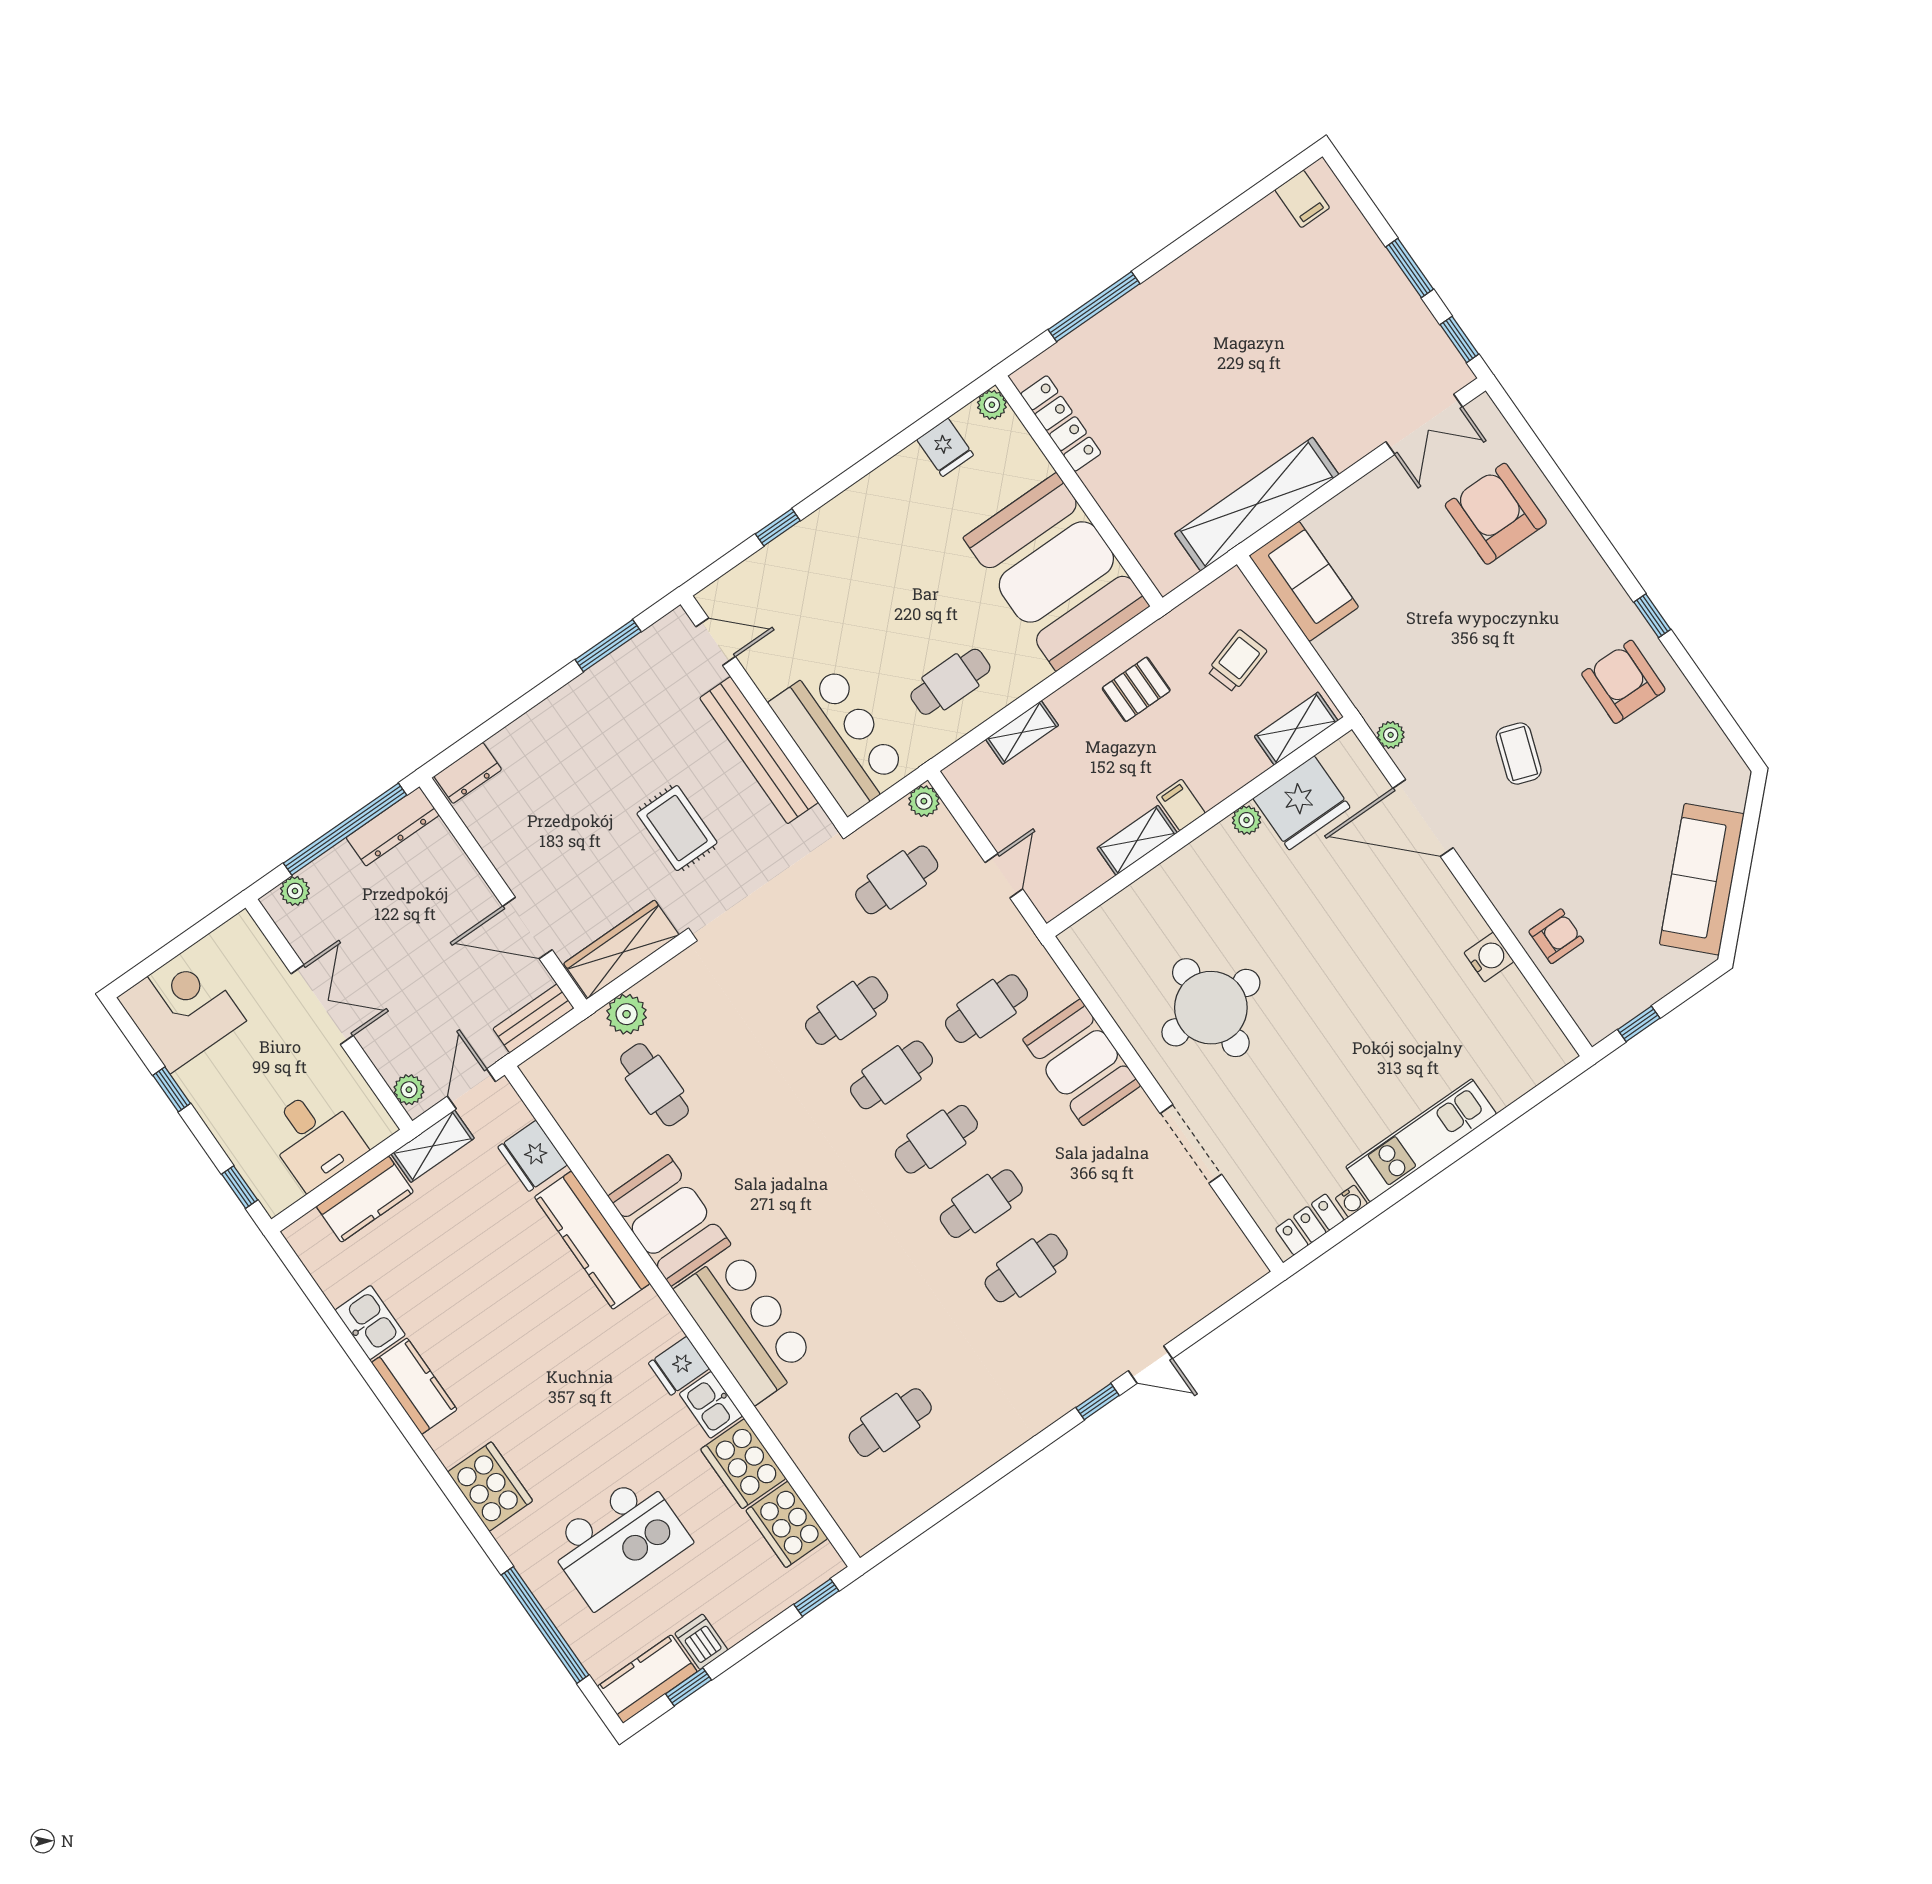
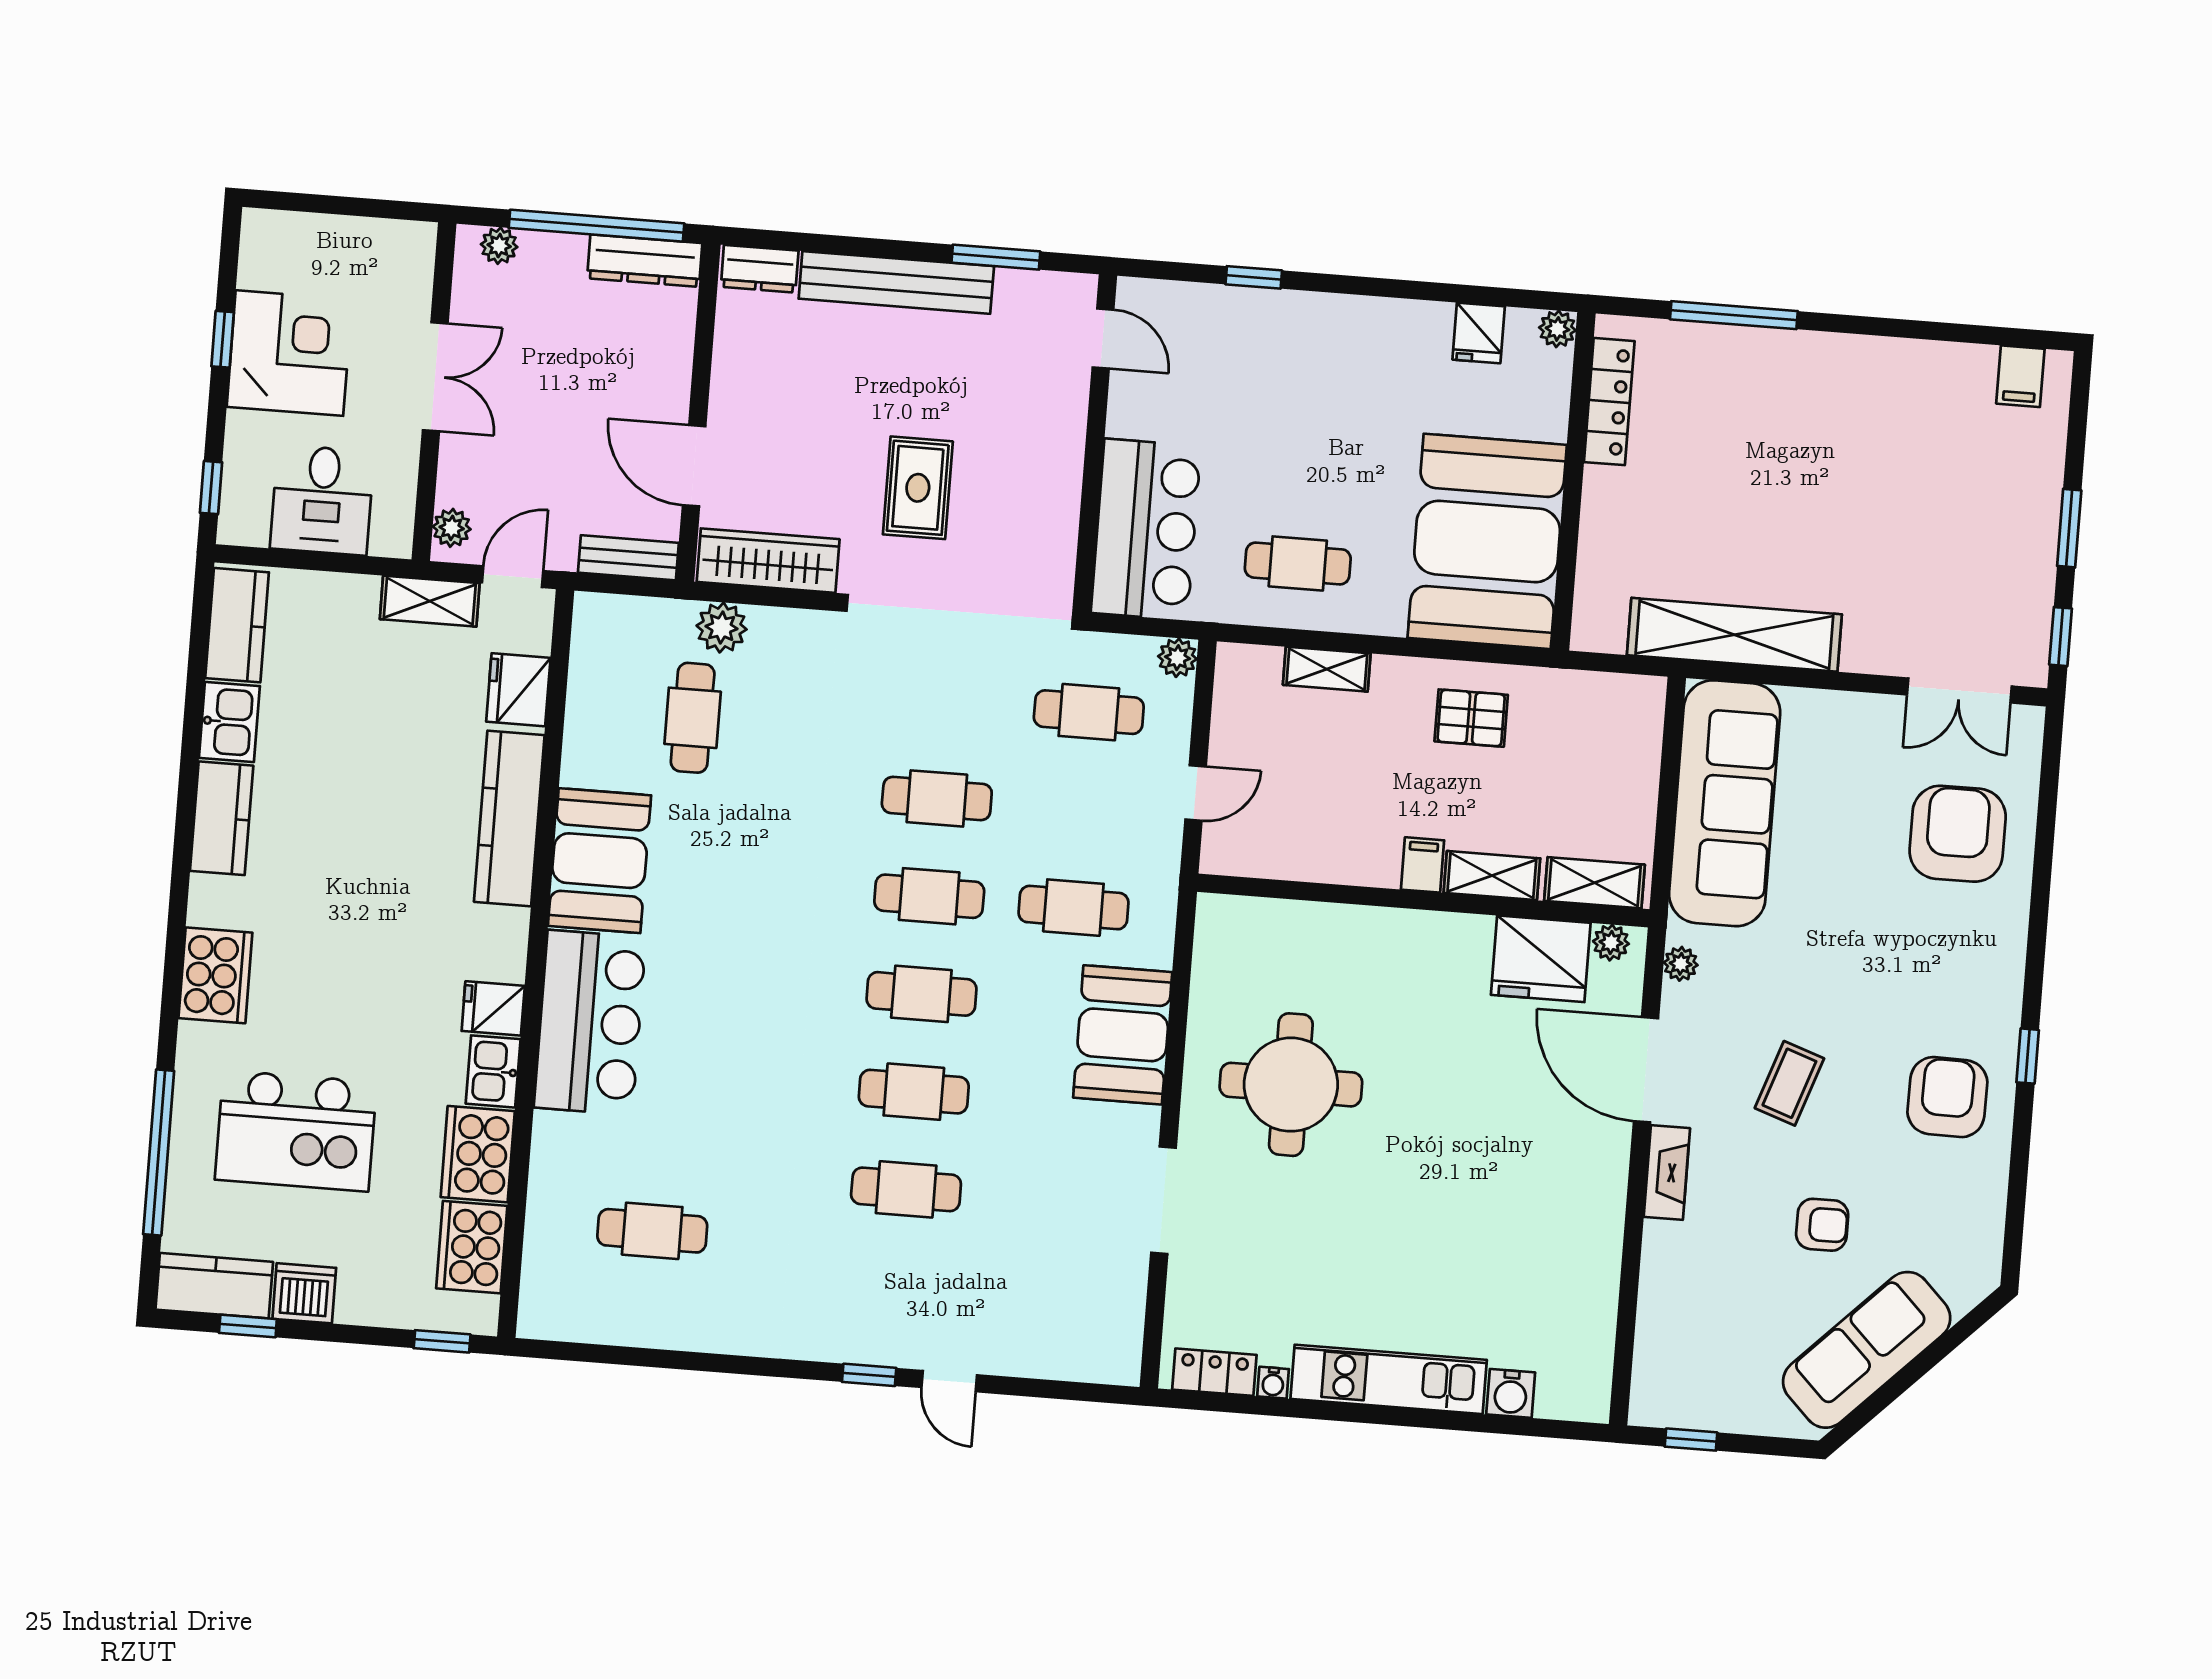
sofa: (1304, 581) -> (1725, 803), width x1.85, depth x1.27
trolley: (1237, 661) -> (1591, 771), removed
bench: (759, 750) -> (896, 282), moved, turned 90
plant: (1247, 820) -> (1611, 943), moved
shelving: (1137, 840) -> (1492, 876), moved
fireplace: (1488, 871) -> (1667, 1172), added
armchair: (1556, 936) -> (1822, 1225), moved
water cooler: (1489, 957) -> (1511, 1393), moved, turned 90
corner desk: (182, 1009) -> (289, 353), moved
kitchen counter: (365, 1199) -> (237, 625), moved, turned -90
dishwasher: (701, 1642) -> (304, 1293), width x1.38

